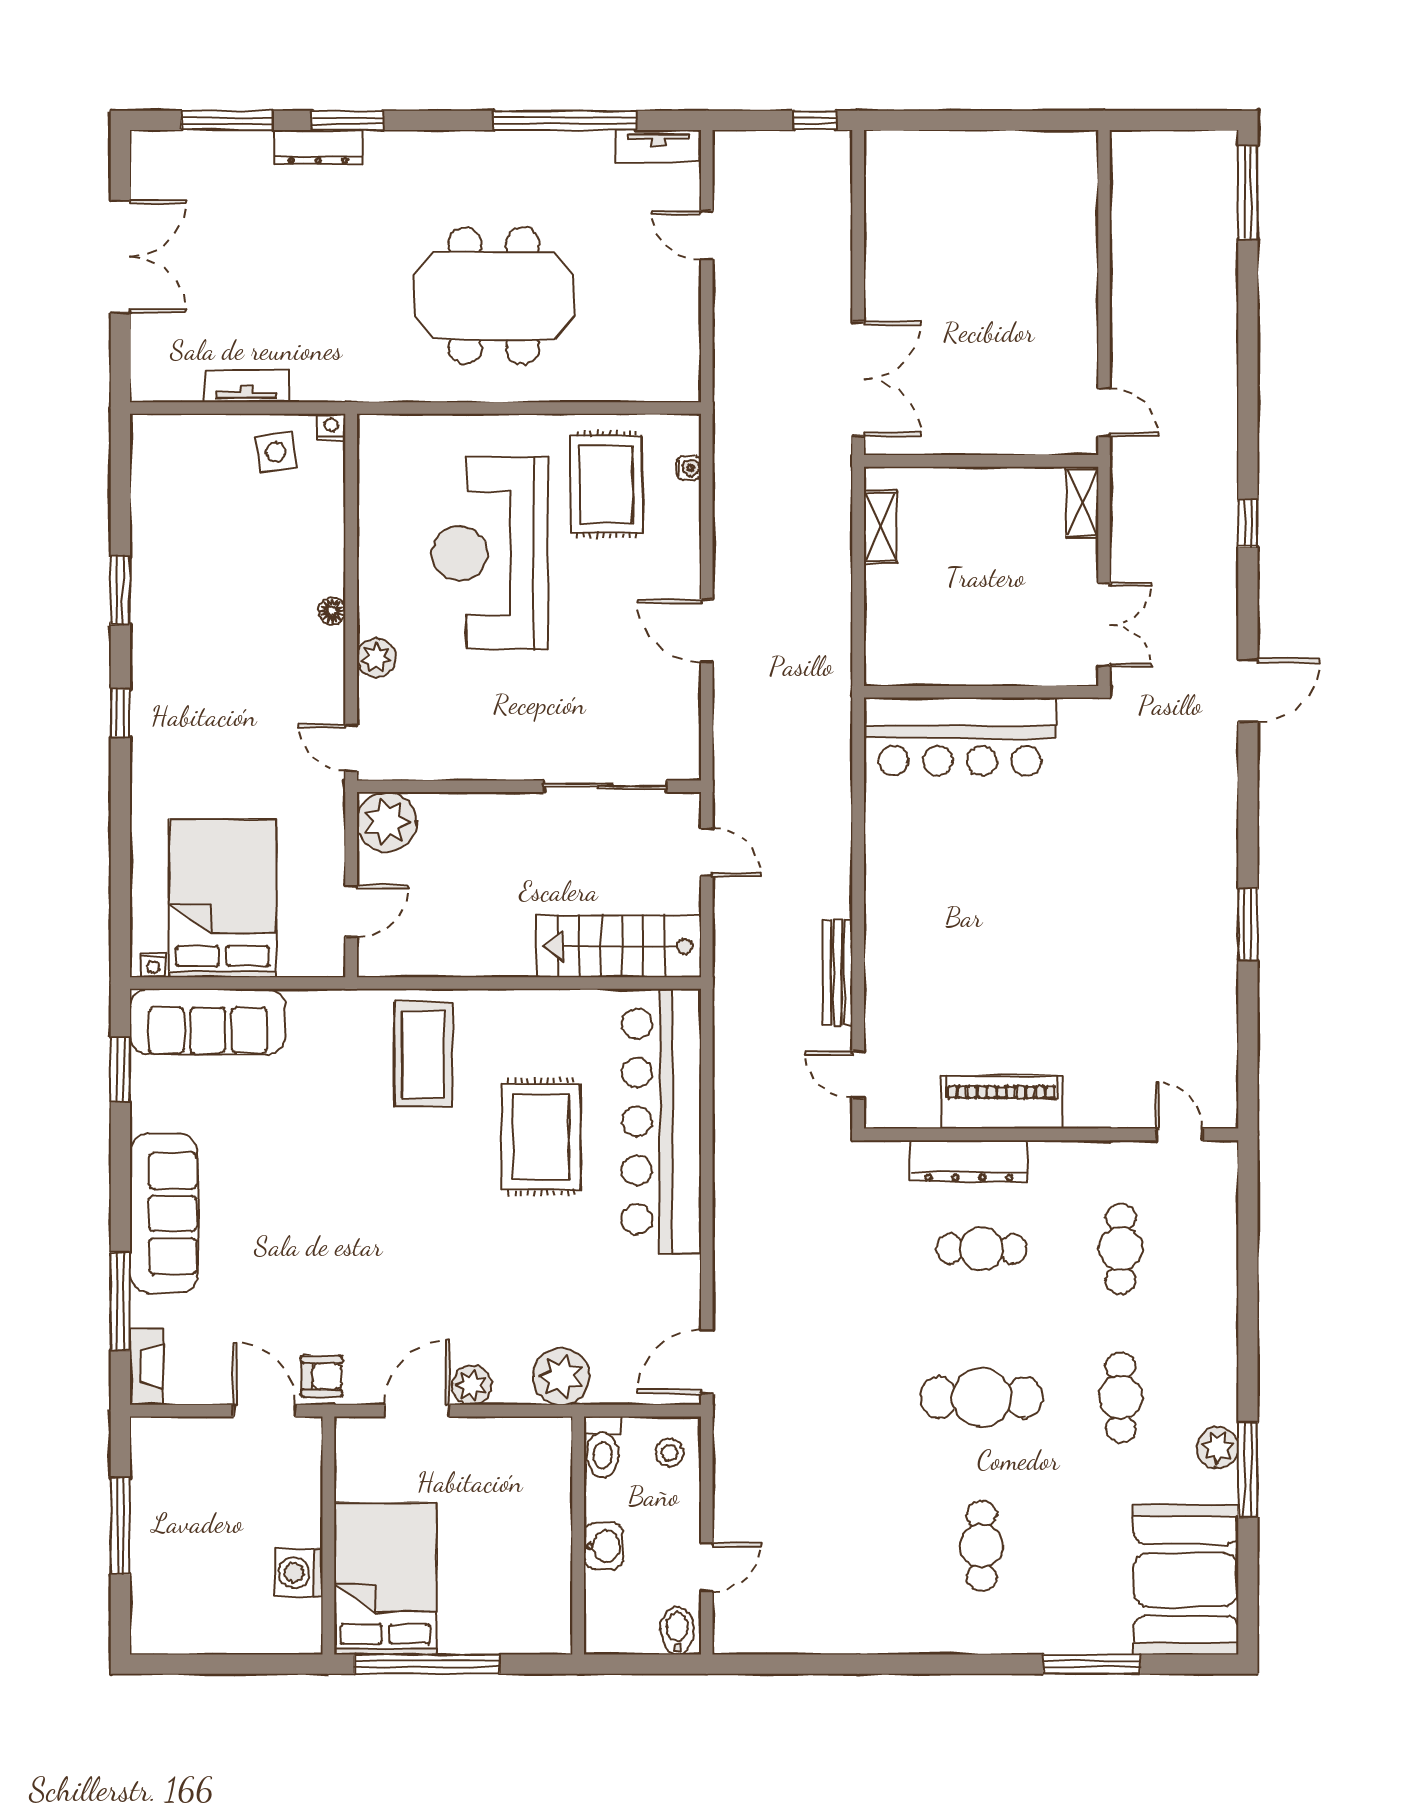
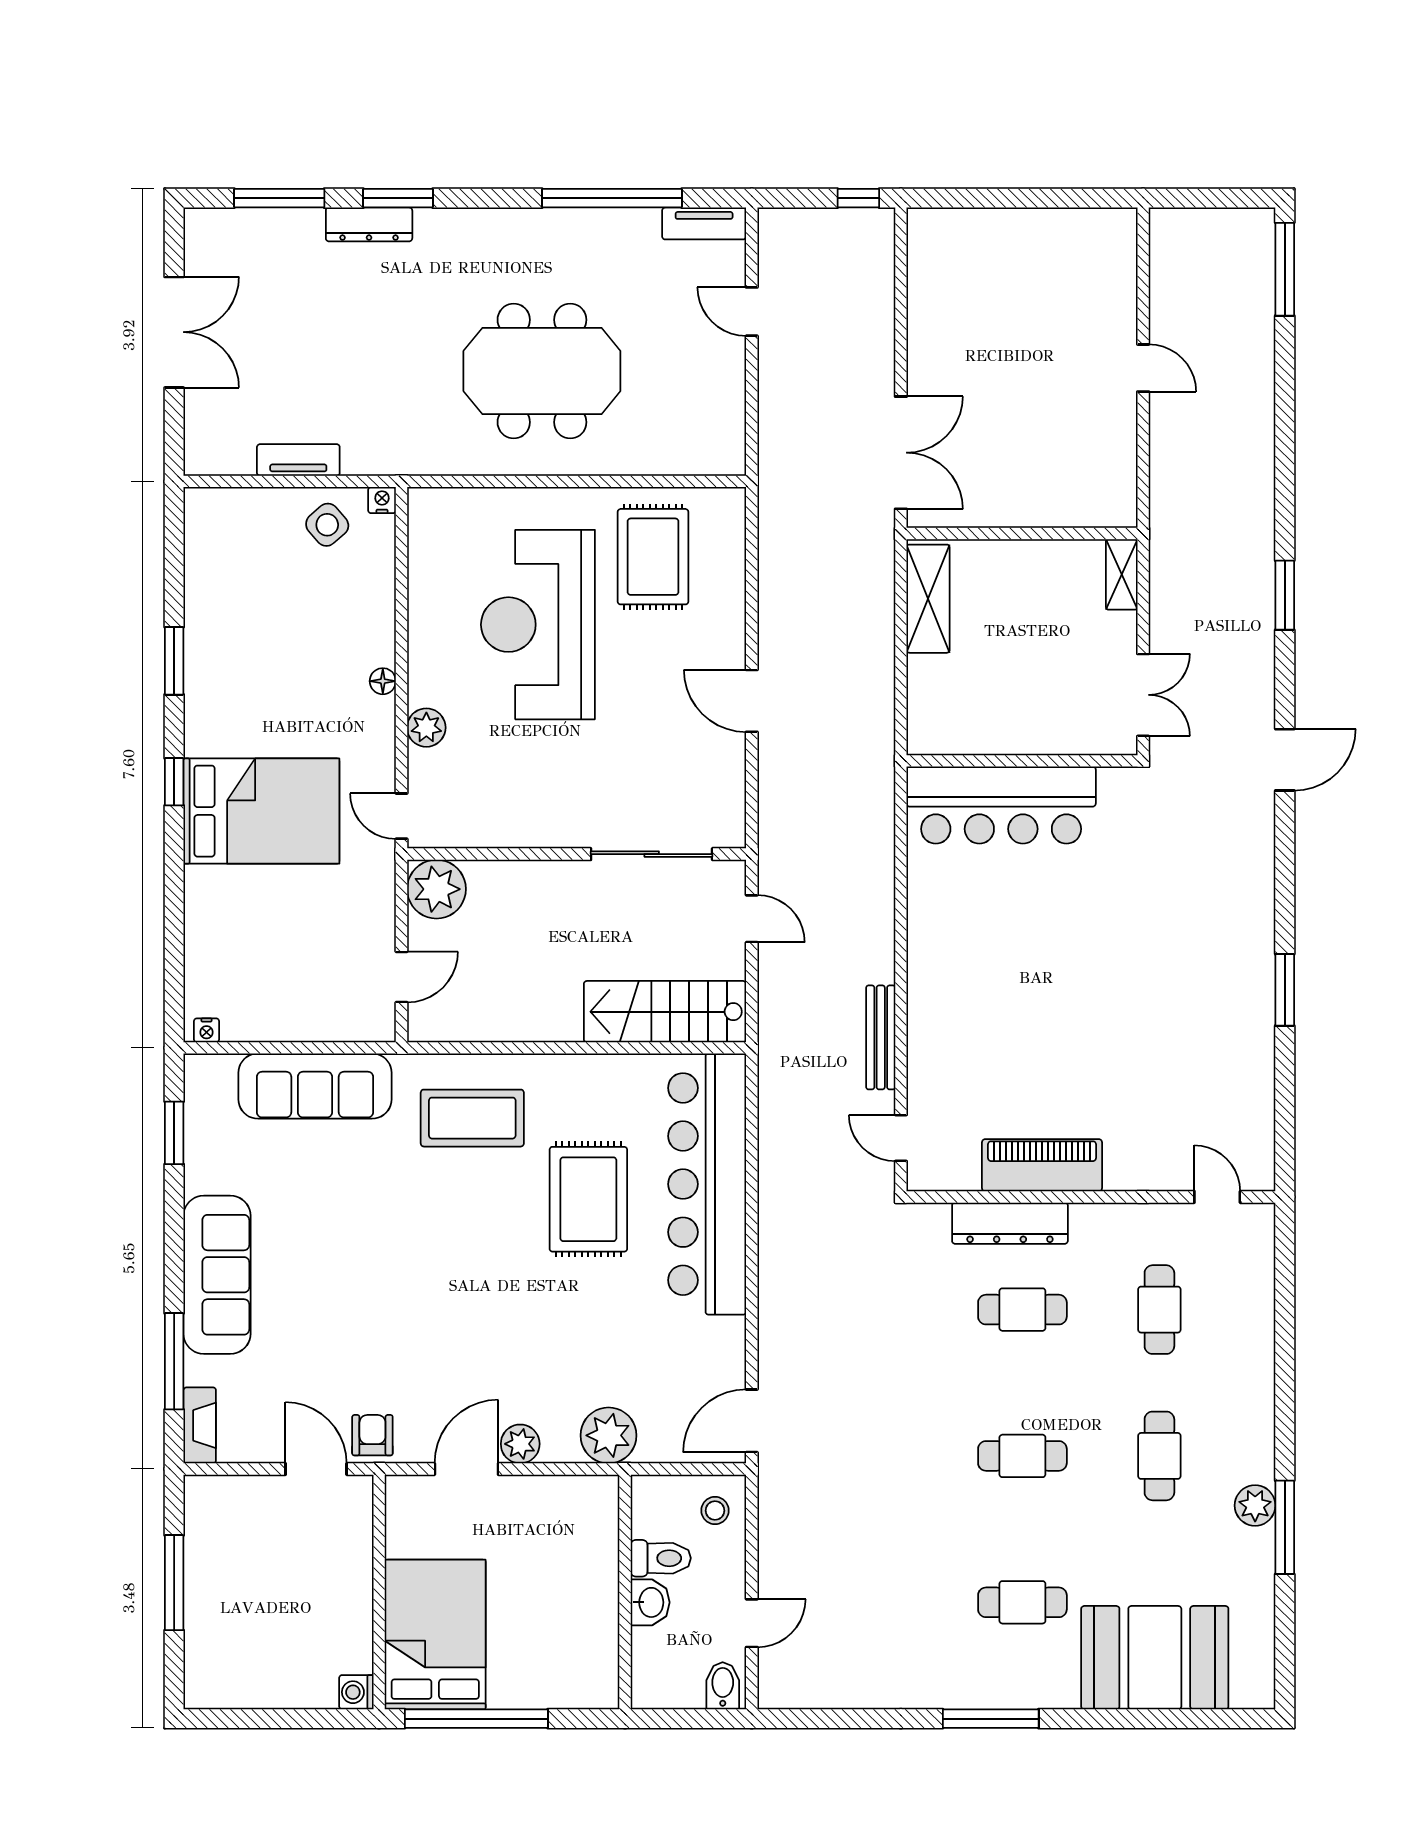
door: (1104, 412) -> (1143, 368), moved
side table: (276, 452) -> (327, 525), turned -33
water cooler: (689, 468) -> (734, 540), removed
window: (1248, 523) -> (1285, 595), width x1.50
shelving: (880, 527) -> (928, 599), width x1.50, depth x1.33
bed: (222, 898) -> (261, 811), moved, turned 90
sofa: (208, 1022) -> (315, 1086), moved
coffee table: (423, 1054) -> (472, 1118), turned 90
armchair: (322, 1376) -> (372, 1435), turned -90
cafe table: (982, 1397) -> (1022, 1456), width x0.73, depth x0.74
toilet: (602, 1447) -> (661, 1558), moved, turned -90
cafe table: (982, 1546) -> (1022, 1602), turned 90
washing machine: (299, 1573) -> (356, 1692), moved, width x0.73, depth x0.73
booth: (1186, 1580) -> (1155, 1658), moved, turned 90
window: (1092, 1664) -> (991, 1719), moved

